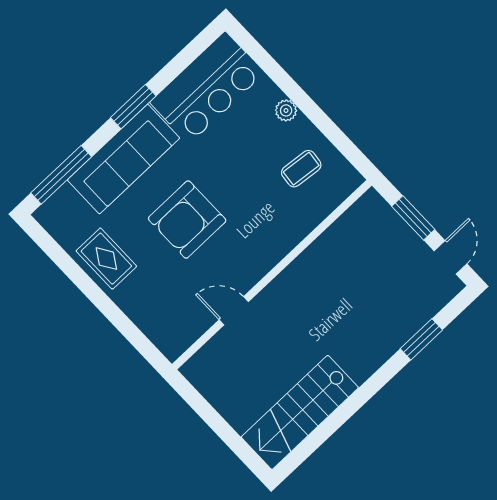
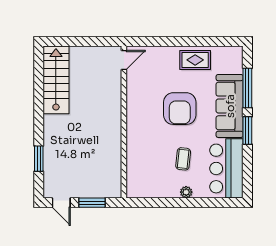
coffee table: (301, 169) -> (183, 159), moved
window: (61, 175) -> (247, 88), moved
armchair: (187, 220) -> (180, 109), turned 180
door: (234, 311) -> (124, 60), moved

